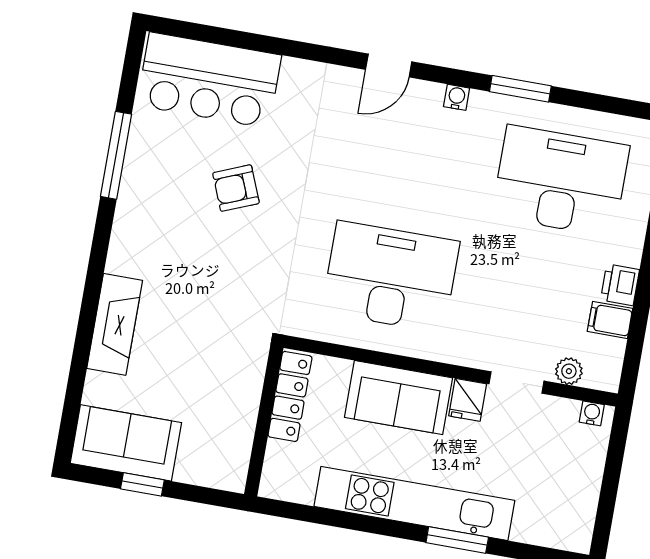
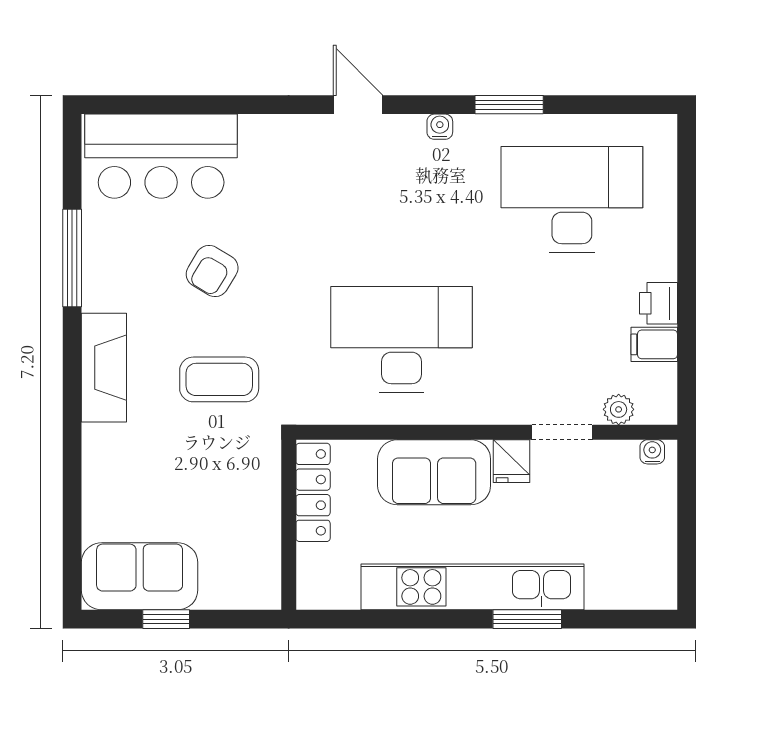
door: (389, 66) -> (358, 105), swing flipped
armchair: (236, 188) -> (212, 271), turned -37
coffee table: (226, 284) -> (219, 379), added
fireplace: (115, 324) -> (104, 368), moved

